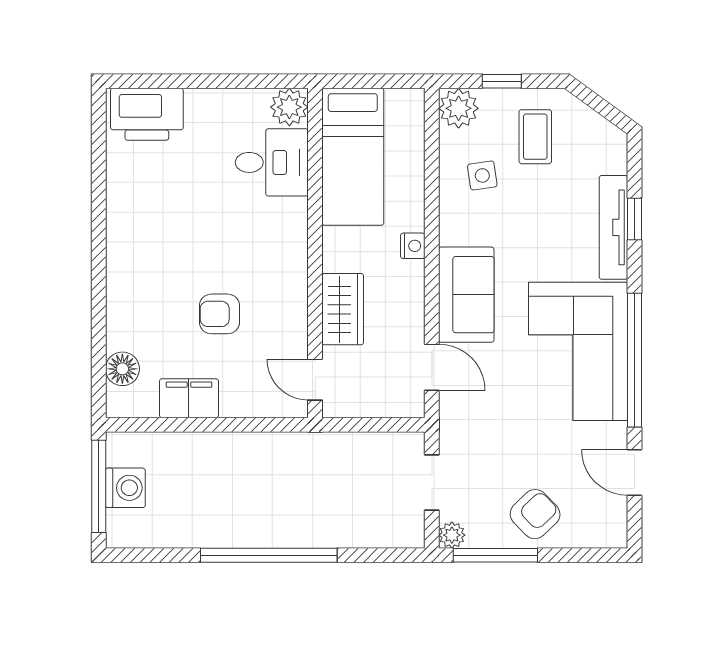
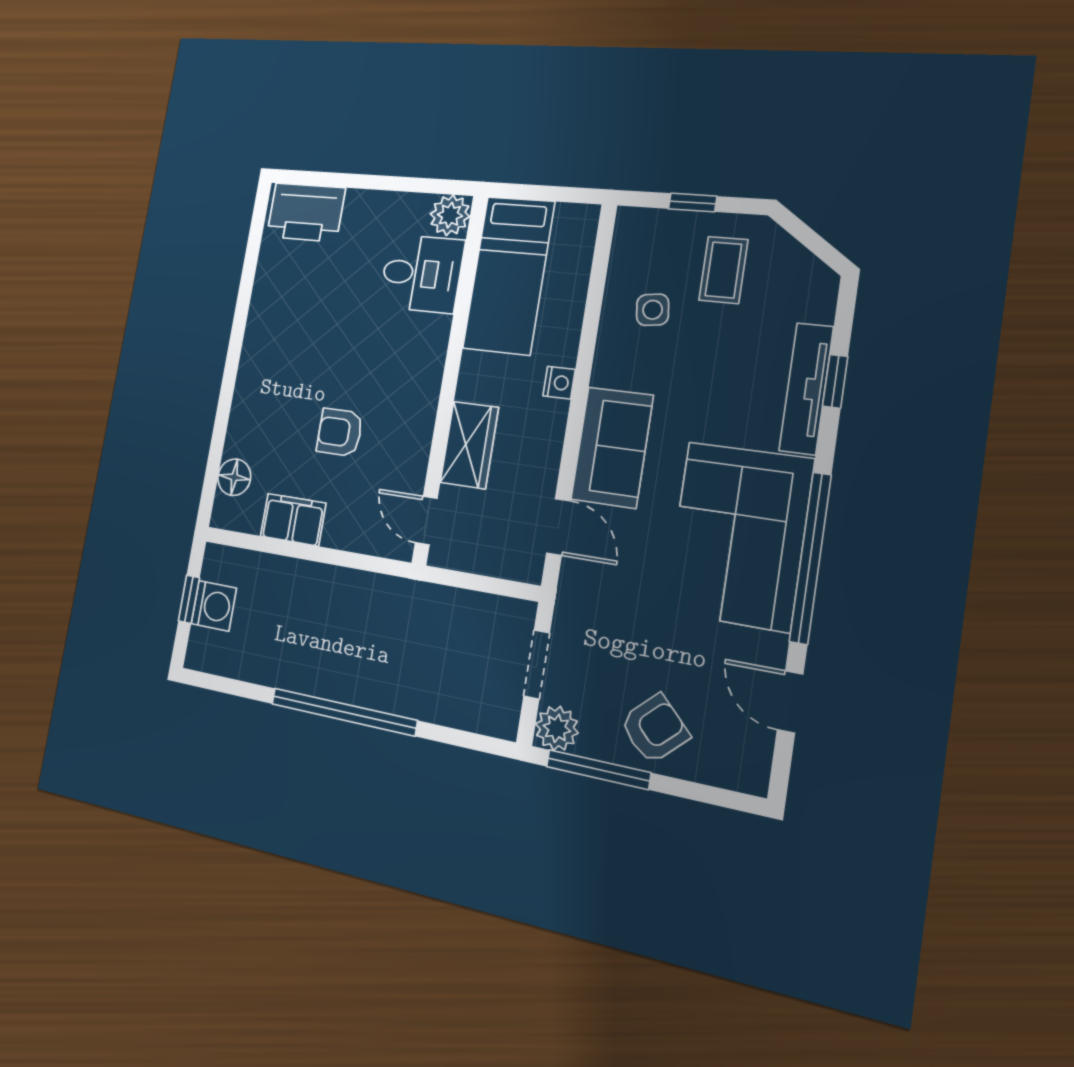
plant: (459, 108) -> (637, 230), removed
window: (99, 486) -> (189, 599), width x0.46
plant: (452, 535) -> (557, 728), width x1.38, depth x1.38

